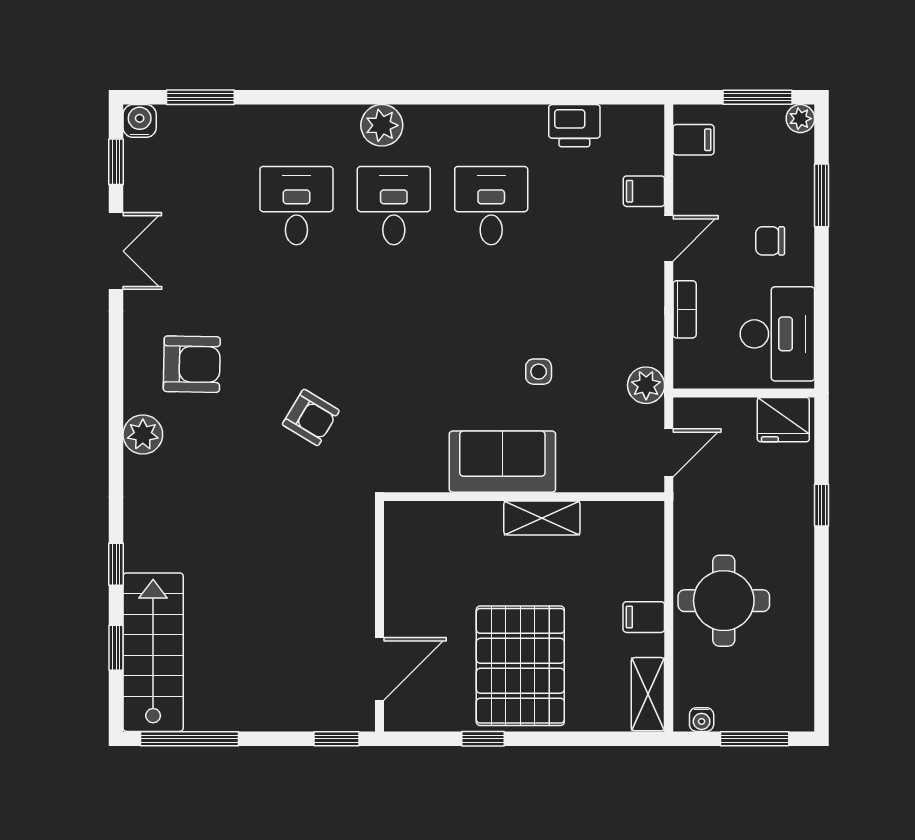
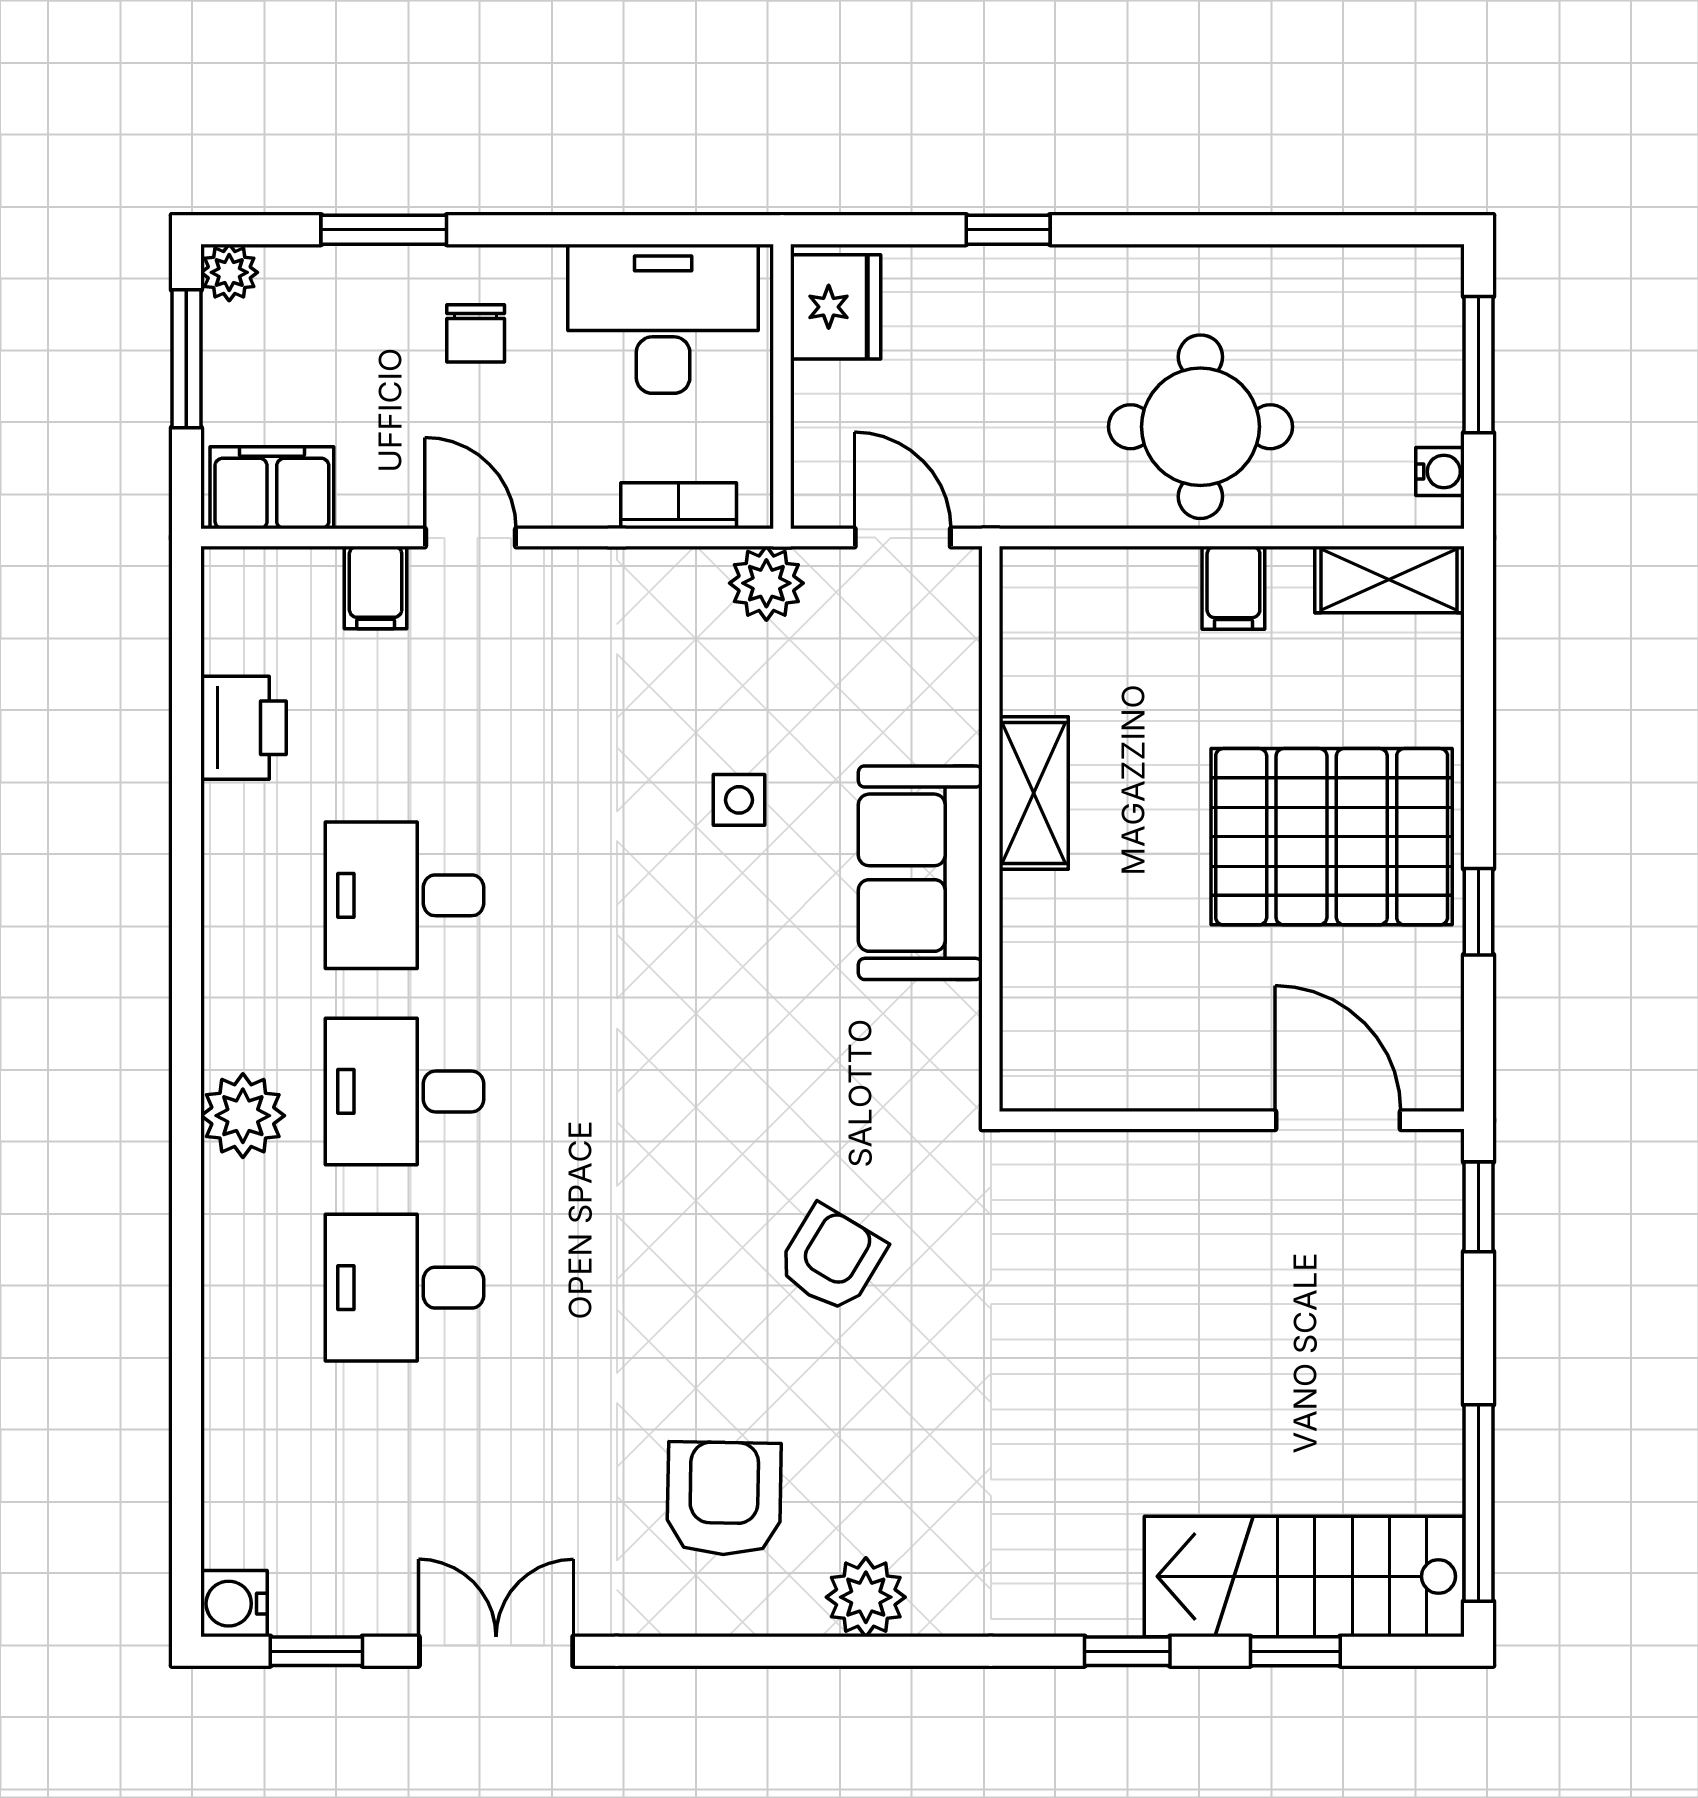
window: (200, 97) -> (186, 1481), removed
filing cabinet: (693, 140) -> (272, 488), width x2.00
bookcase: (685, 309) -> (679, 506), moved

